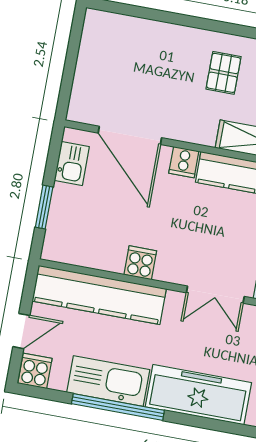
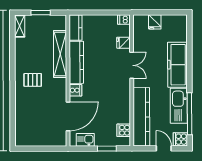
cooker: (140, 263) -> (124, 130), moved
window: (118, 407) -> (189, 114), moved

